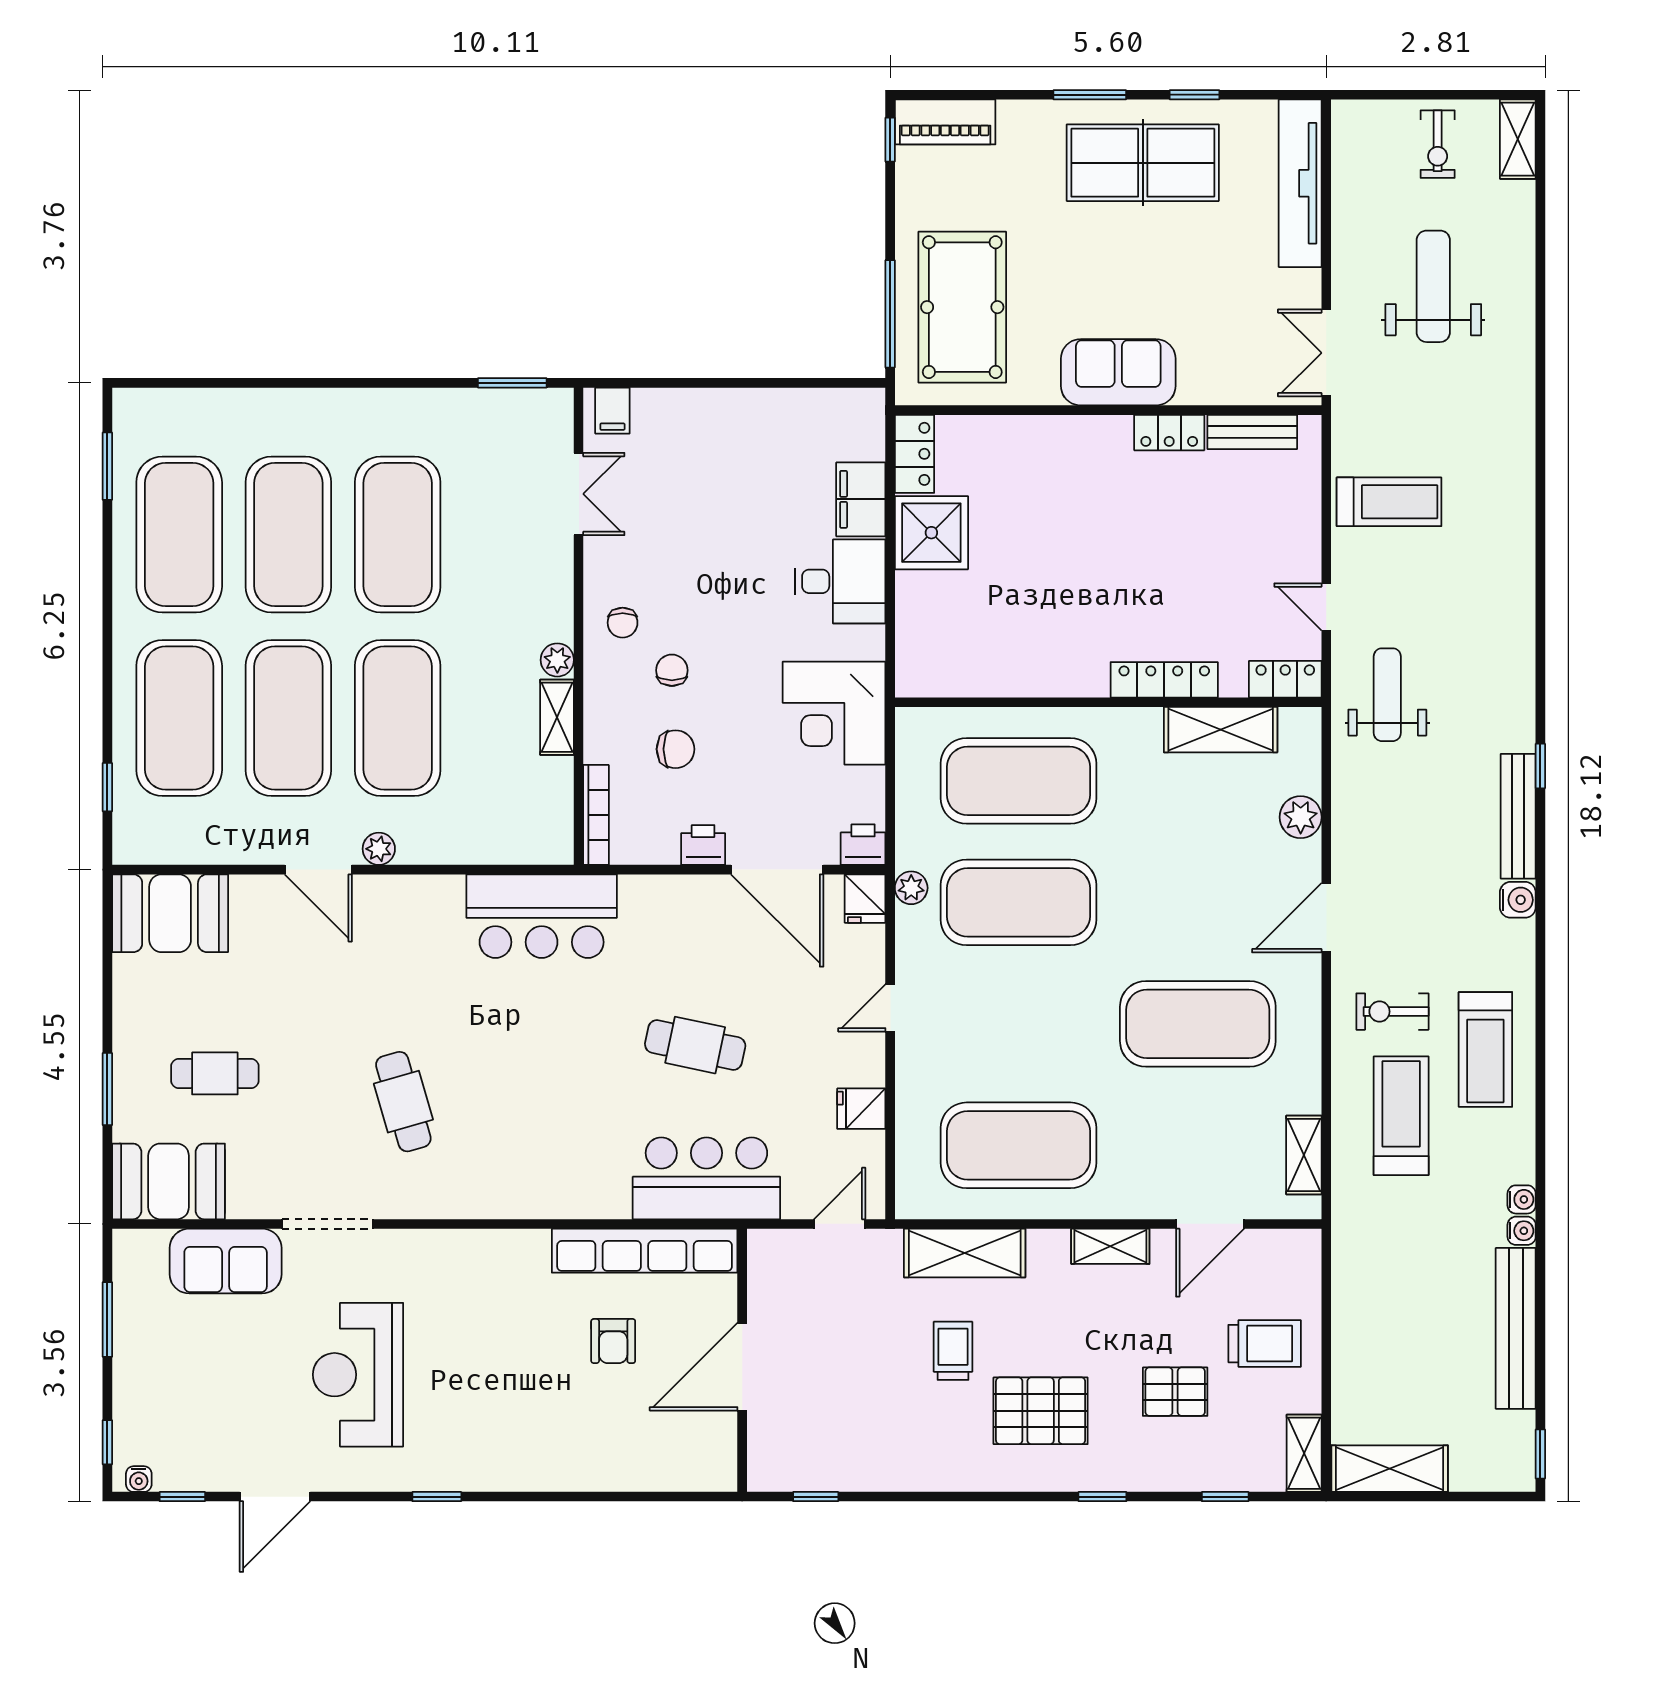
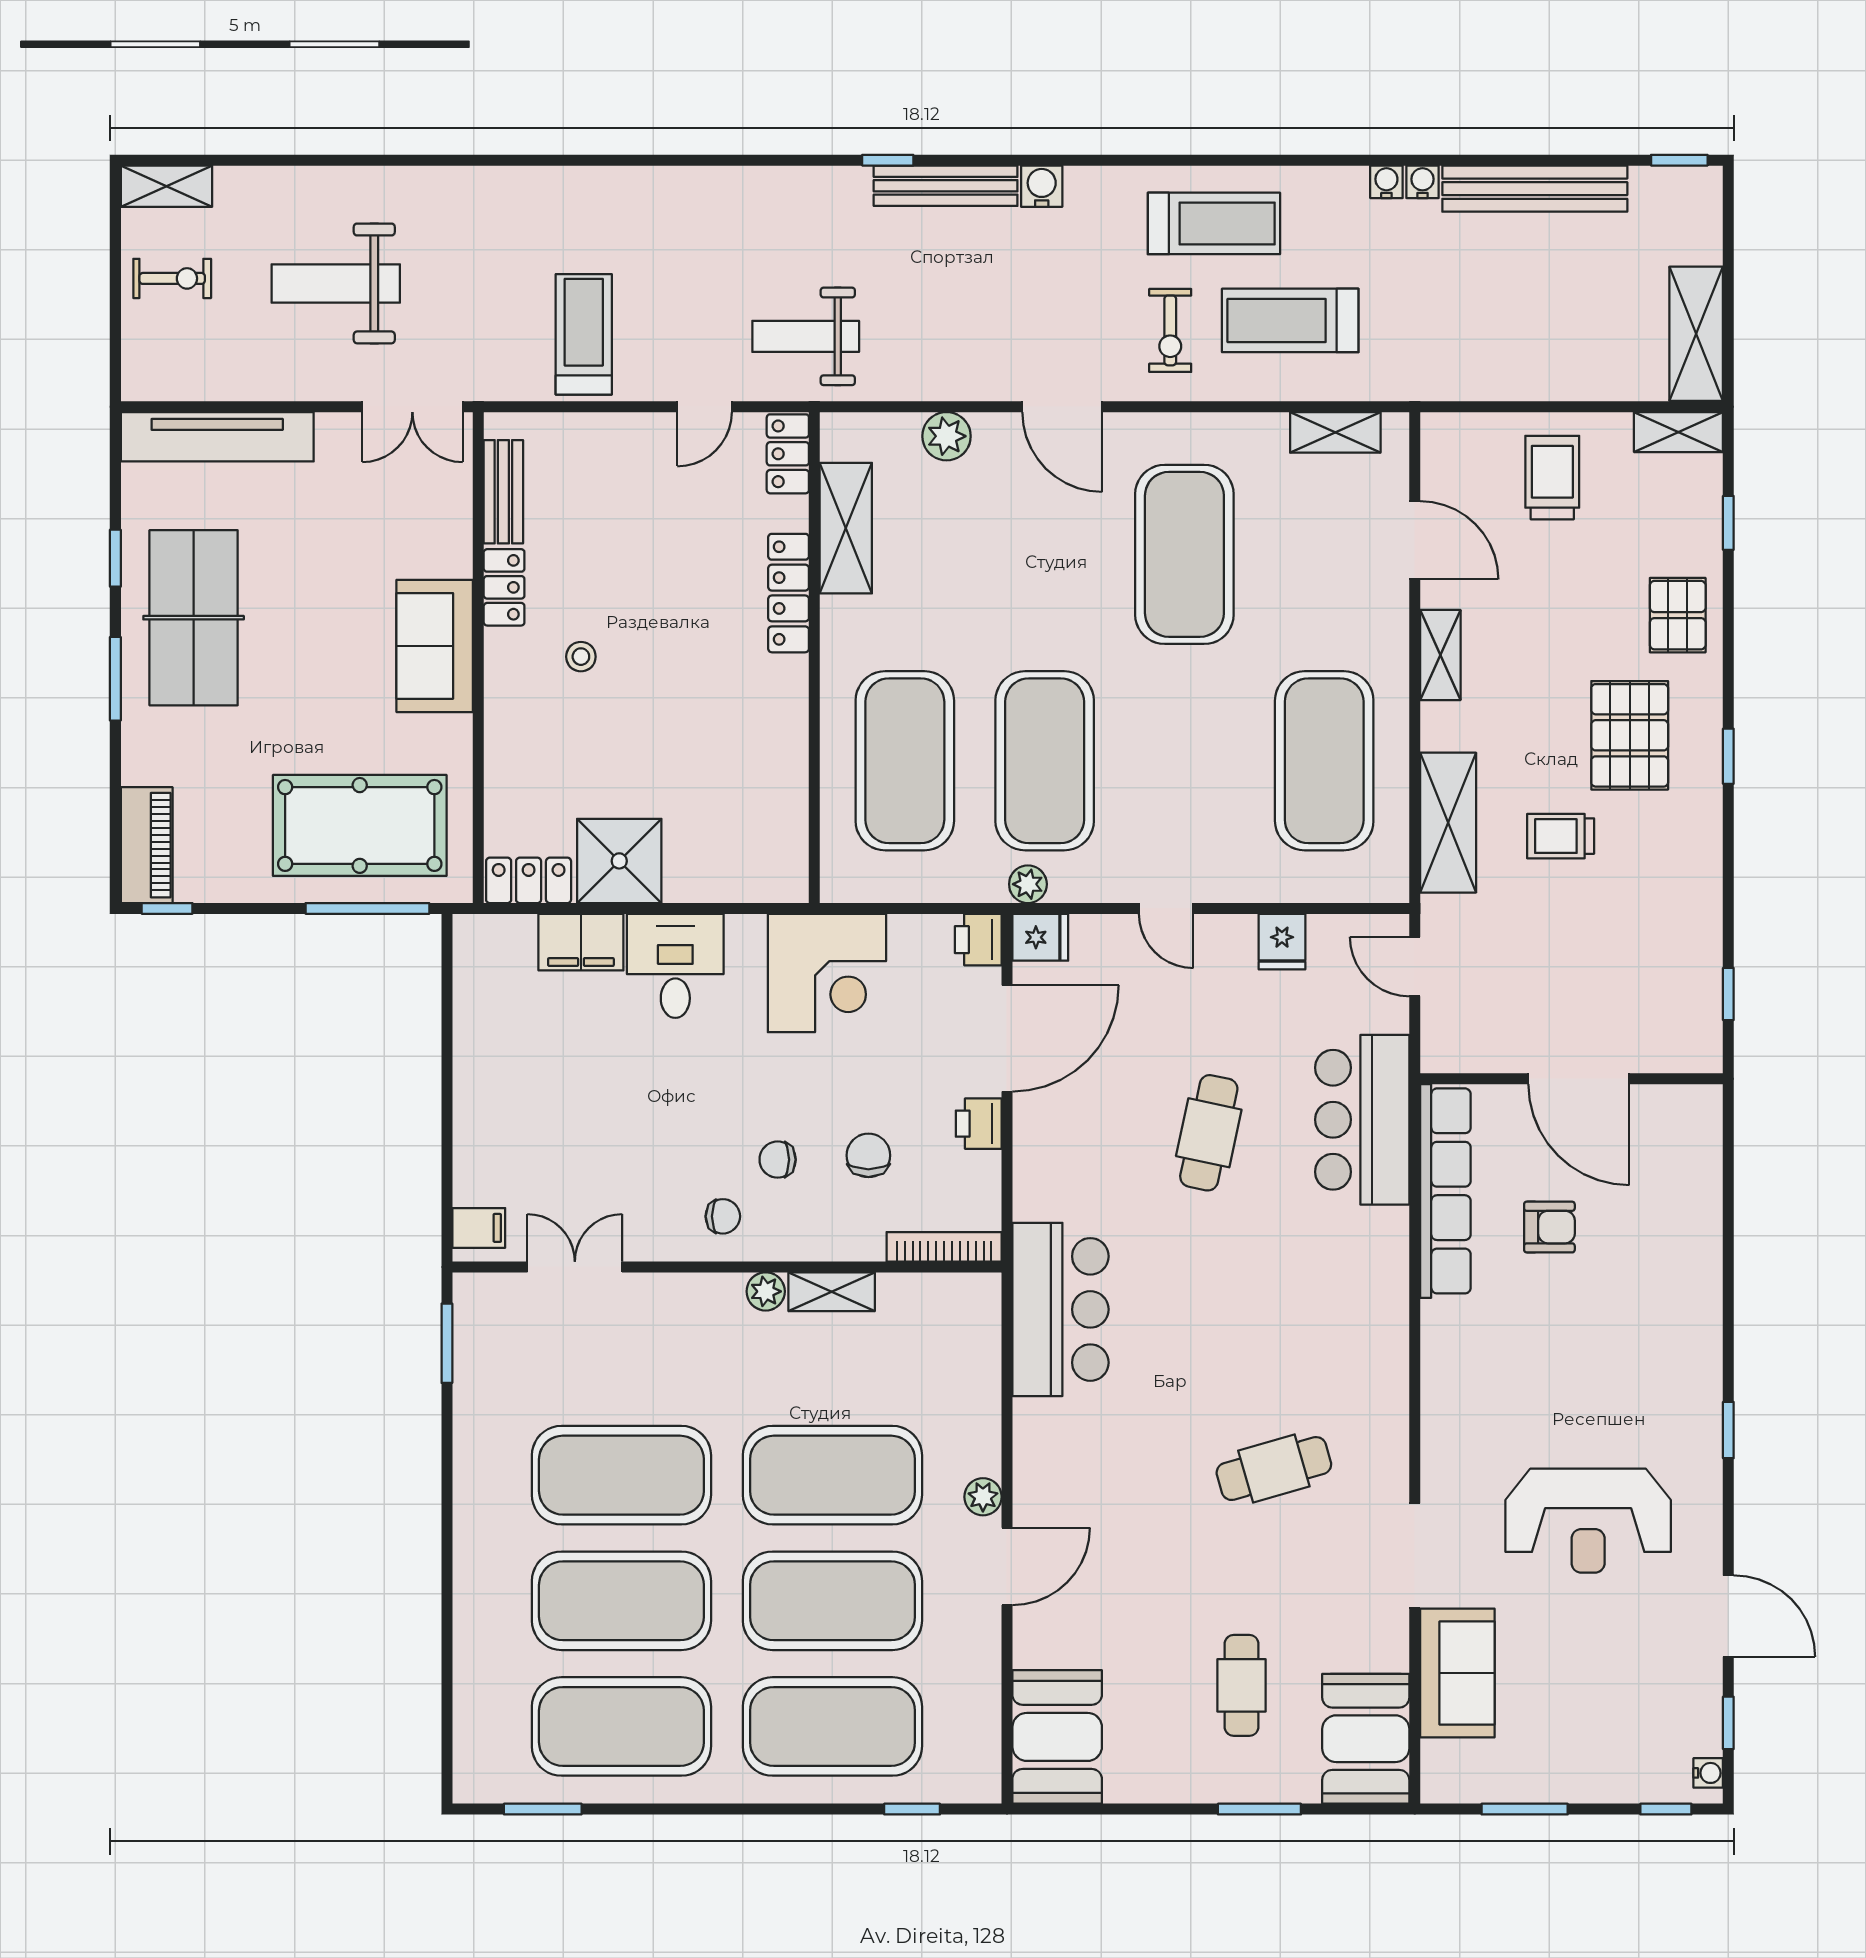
stool: (1109, 499) -> (581, 657), added
pallet: (1175, 1392) -> (1678, 615), moved
window: (1102, 1497) -> (1728, 756), moved

